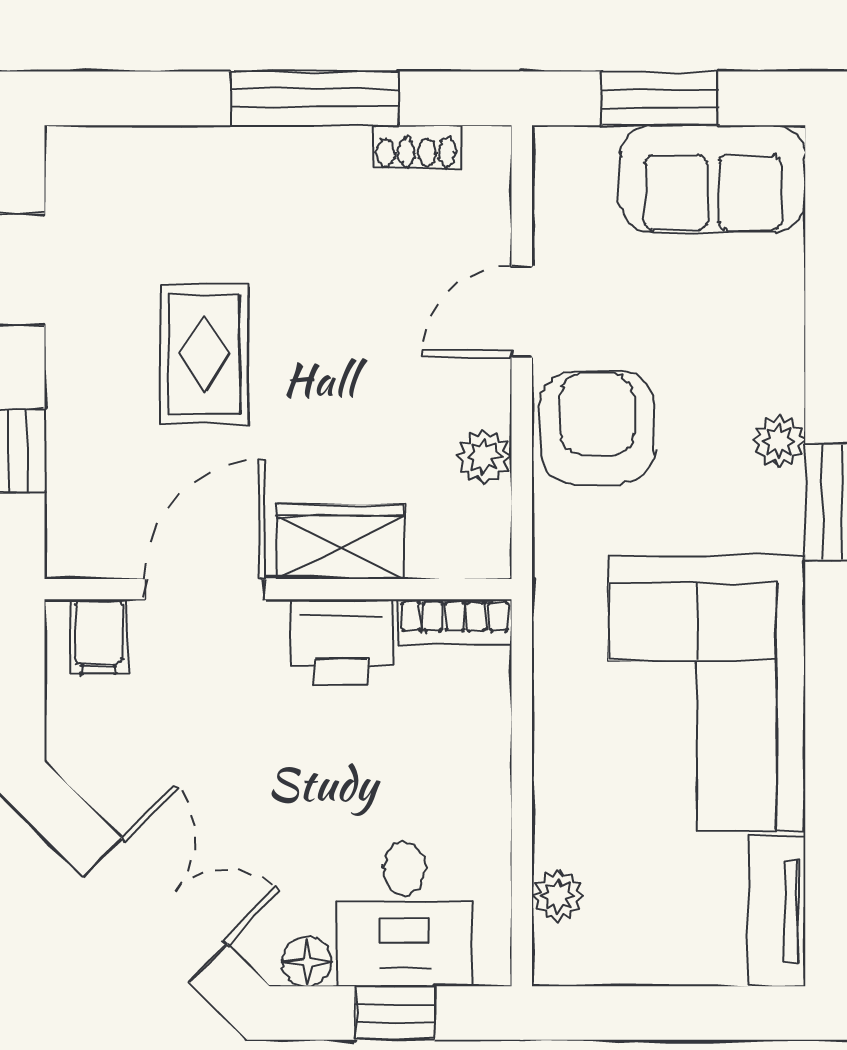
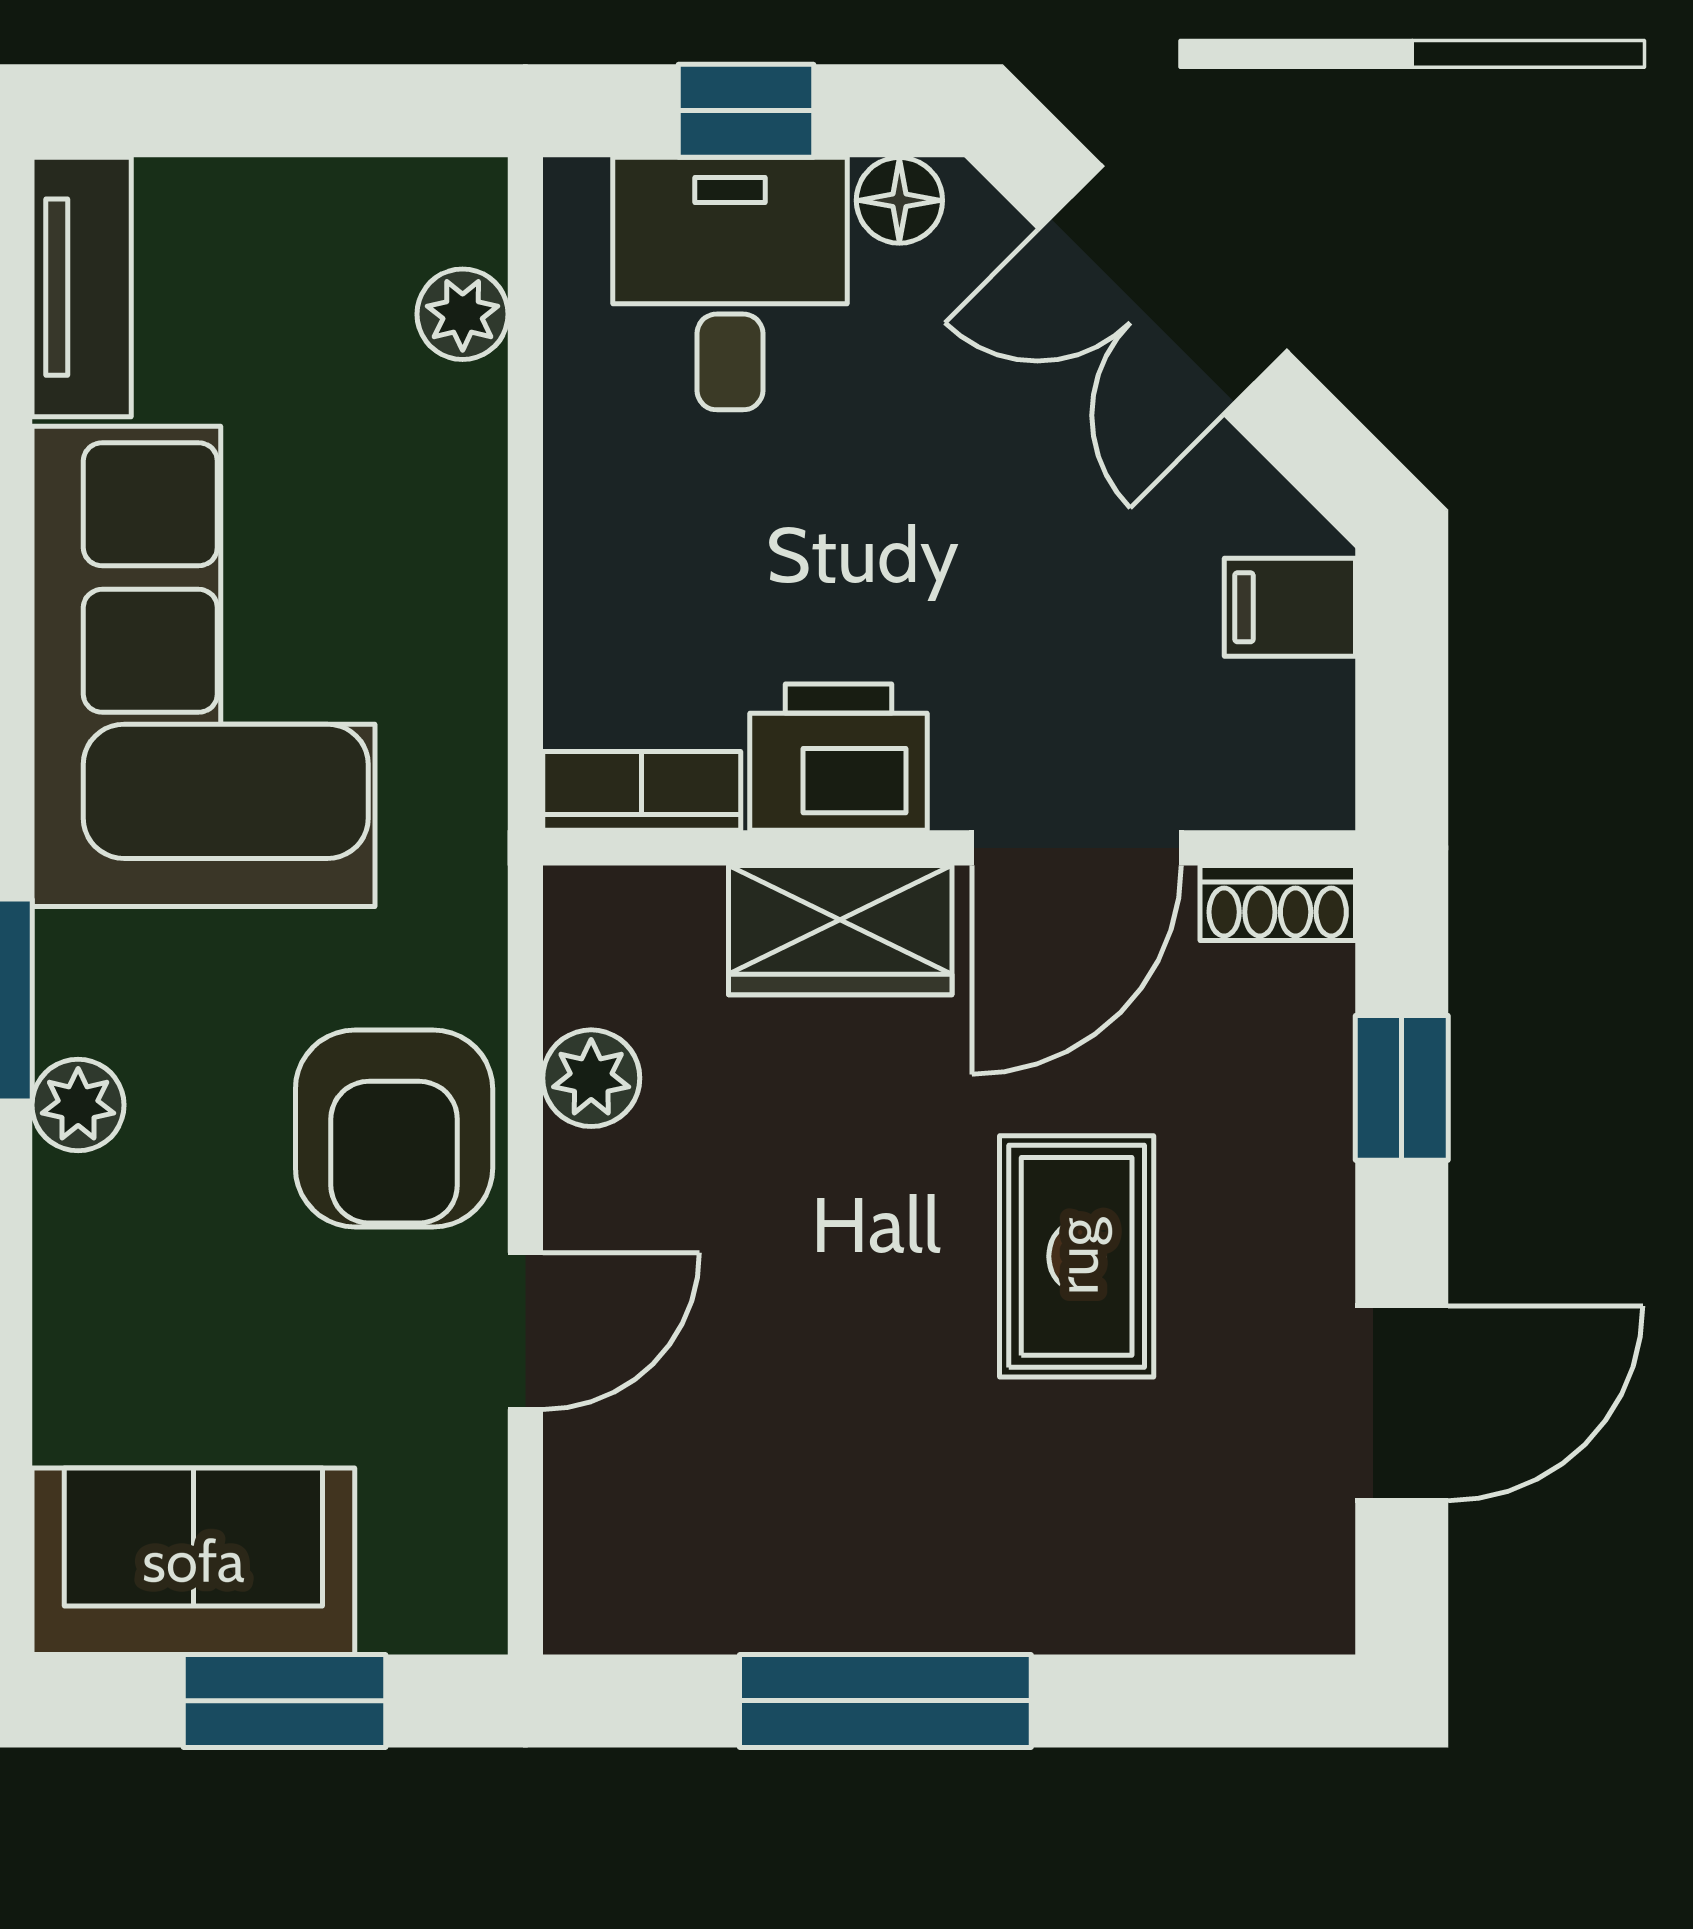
shoe rack: (416, 147) -> (1278, 903), moved, turned 180
filing cabinet: (98, 637) -> (1290, 607), moved, turned -90

